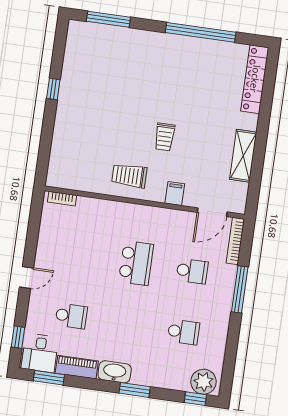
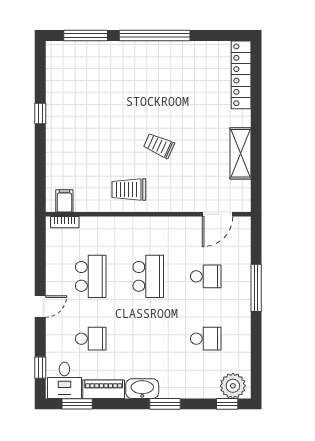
window: (201, 32) -> (155, 35), moved
trolley: (165, 137) -> (159, 146), turned 114
filing cabinet: (175, 194) -> (64, 201), moved
bookcase: (235, 241) -> (245, 240), removed
school desk: (80, 255) -> (91, 276), added

